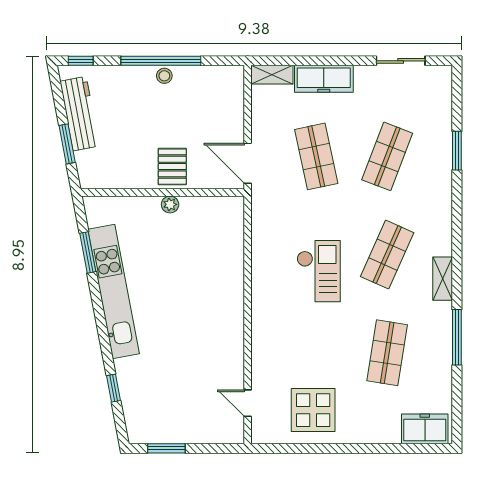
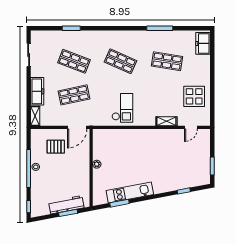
workbench: (80, 114) -> (66, 205), moved
pallet: (172, 167) -> (56, 147), moved
checkout: (319, 271) -> (122, 108), moved, turned 90
shelving: (443, 279) -> (166, 121), moved
kitchen unit: (114, 291) -> (130, 193), width x0.73

